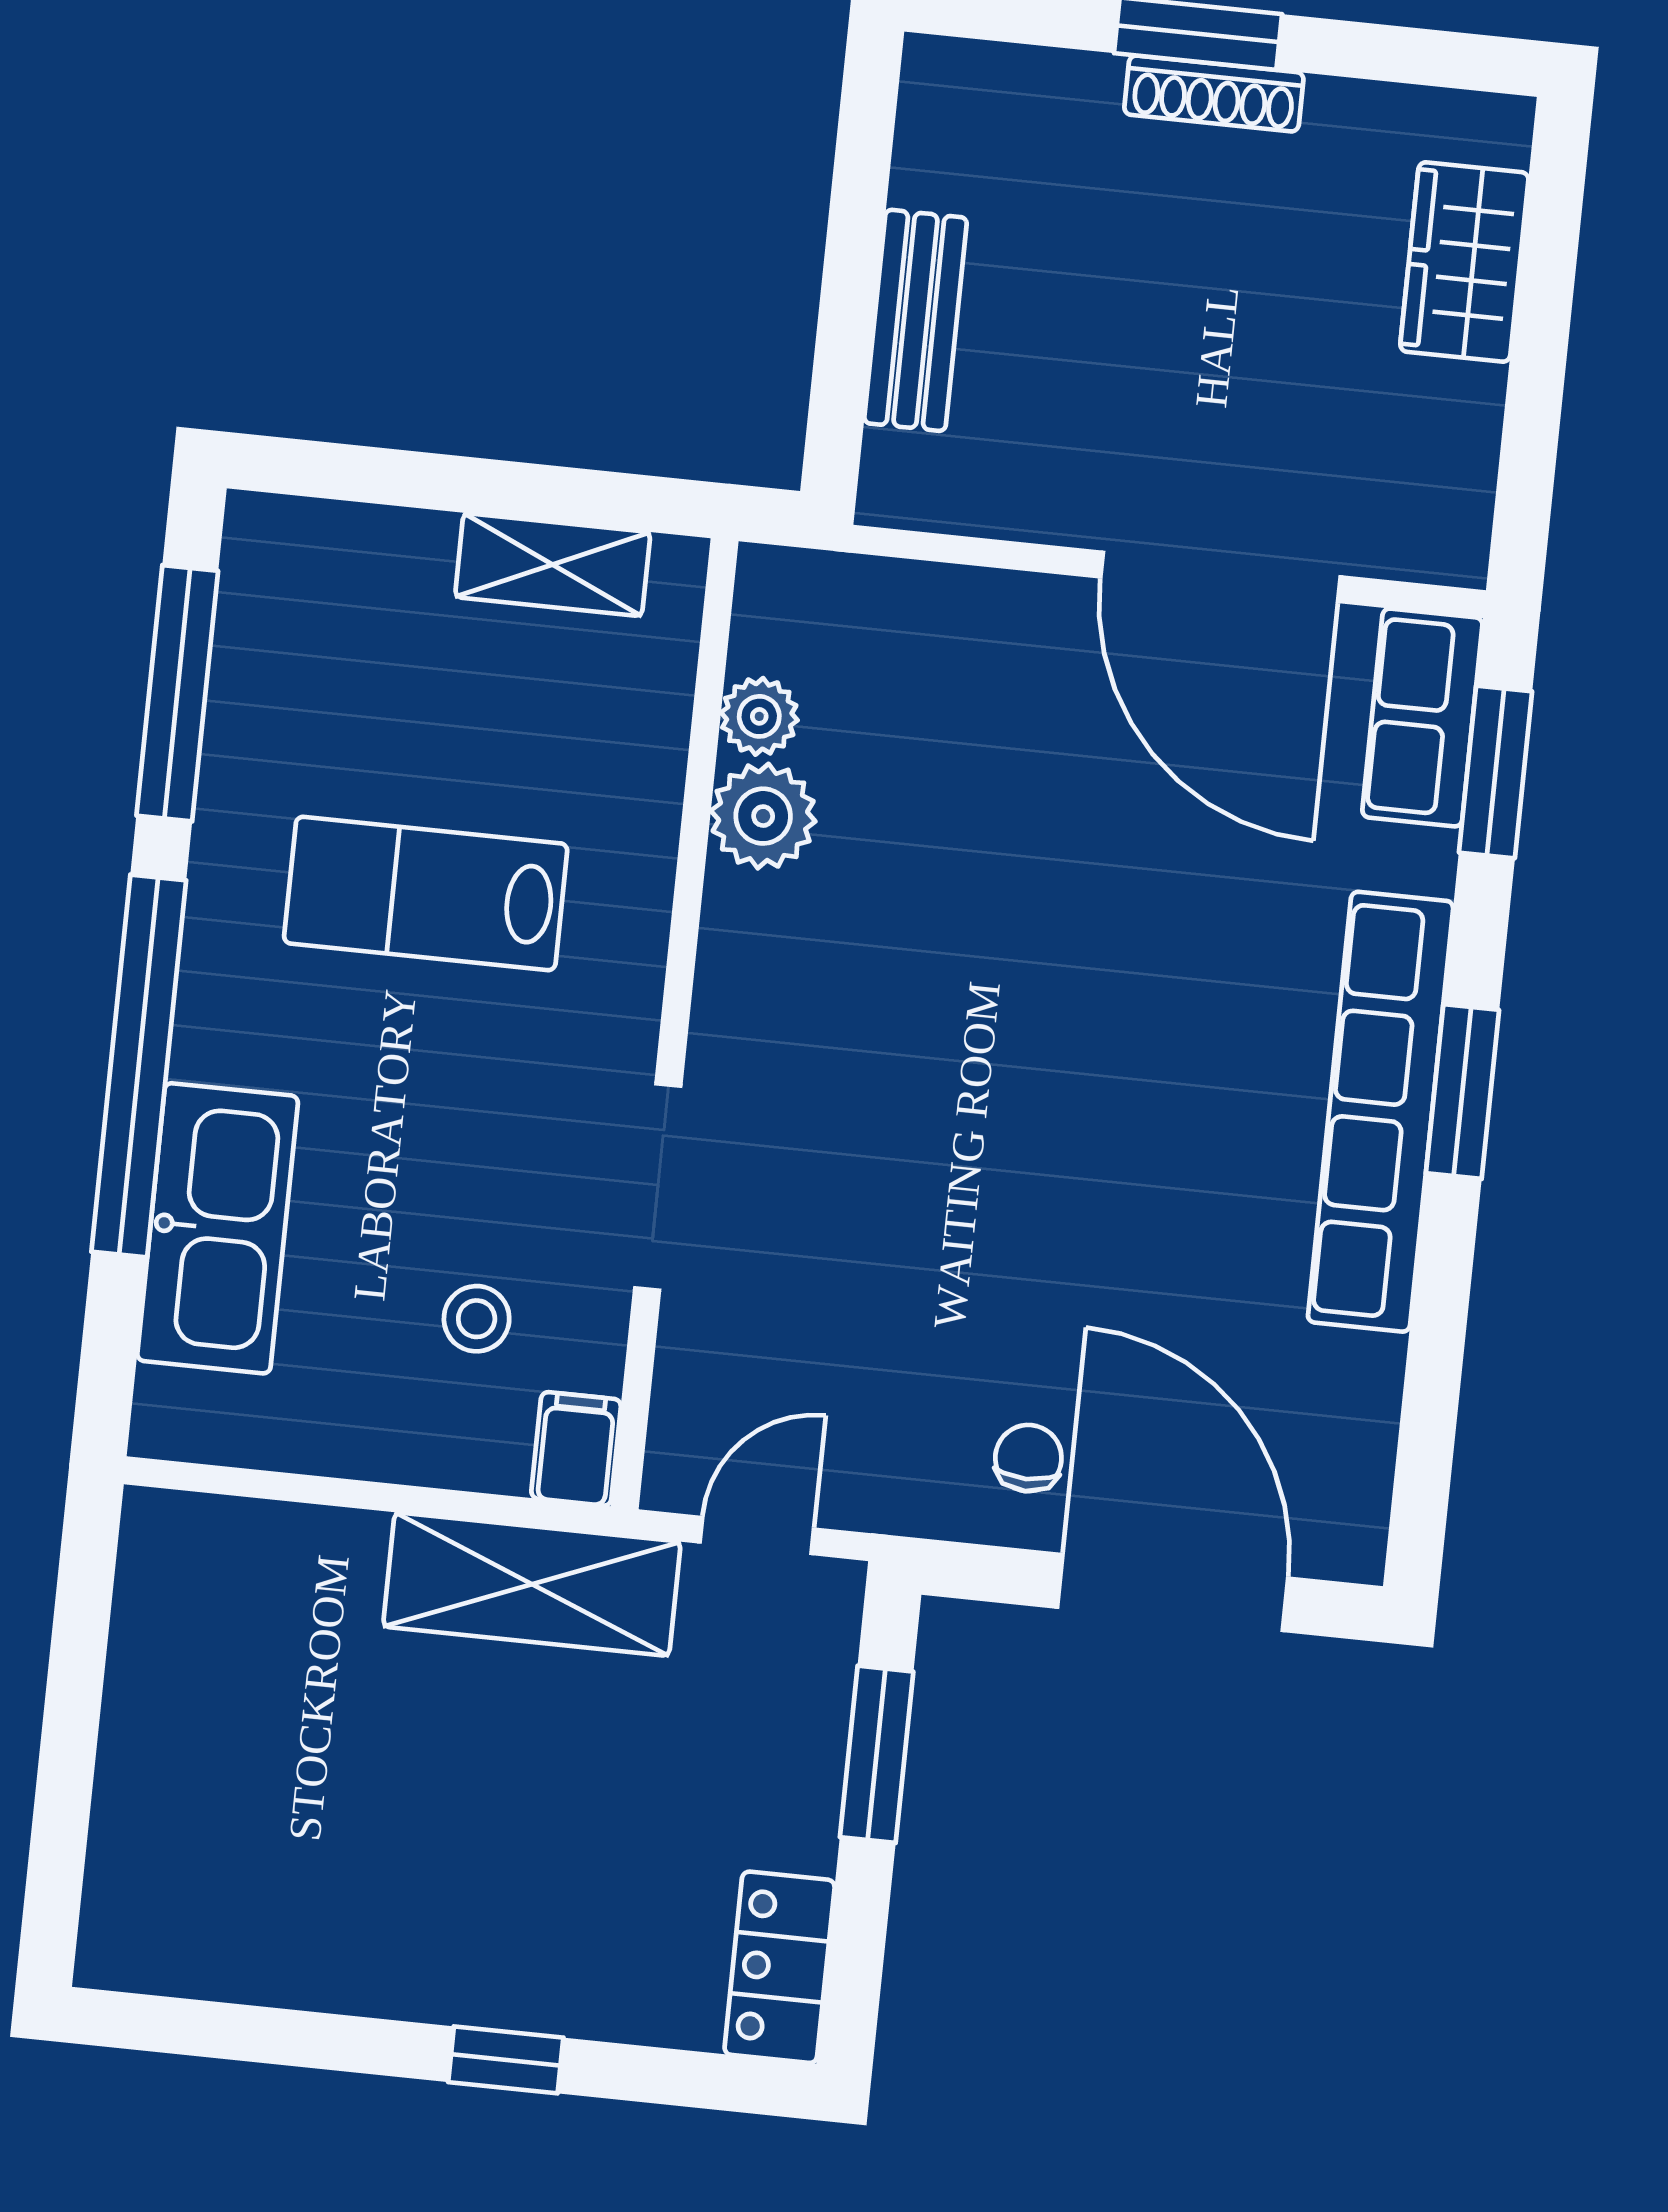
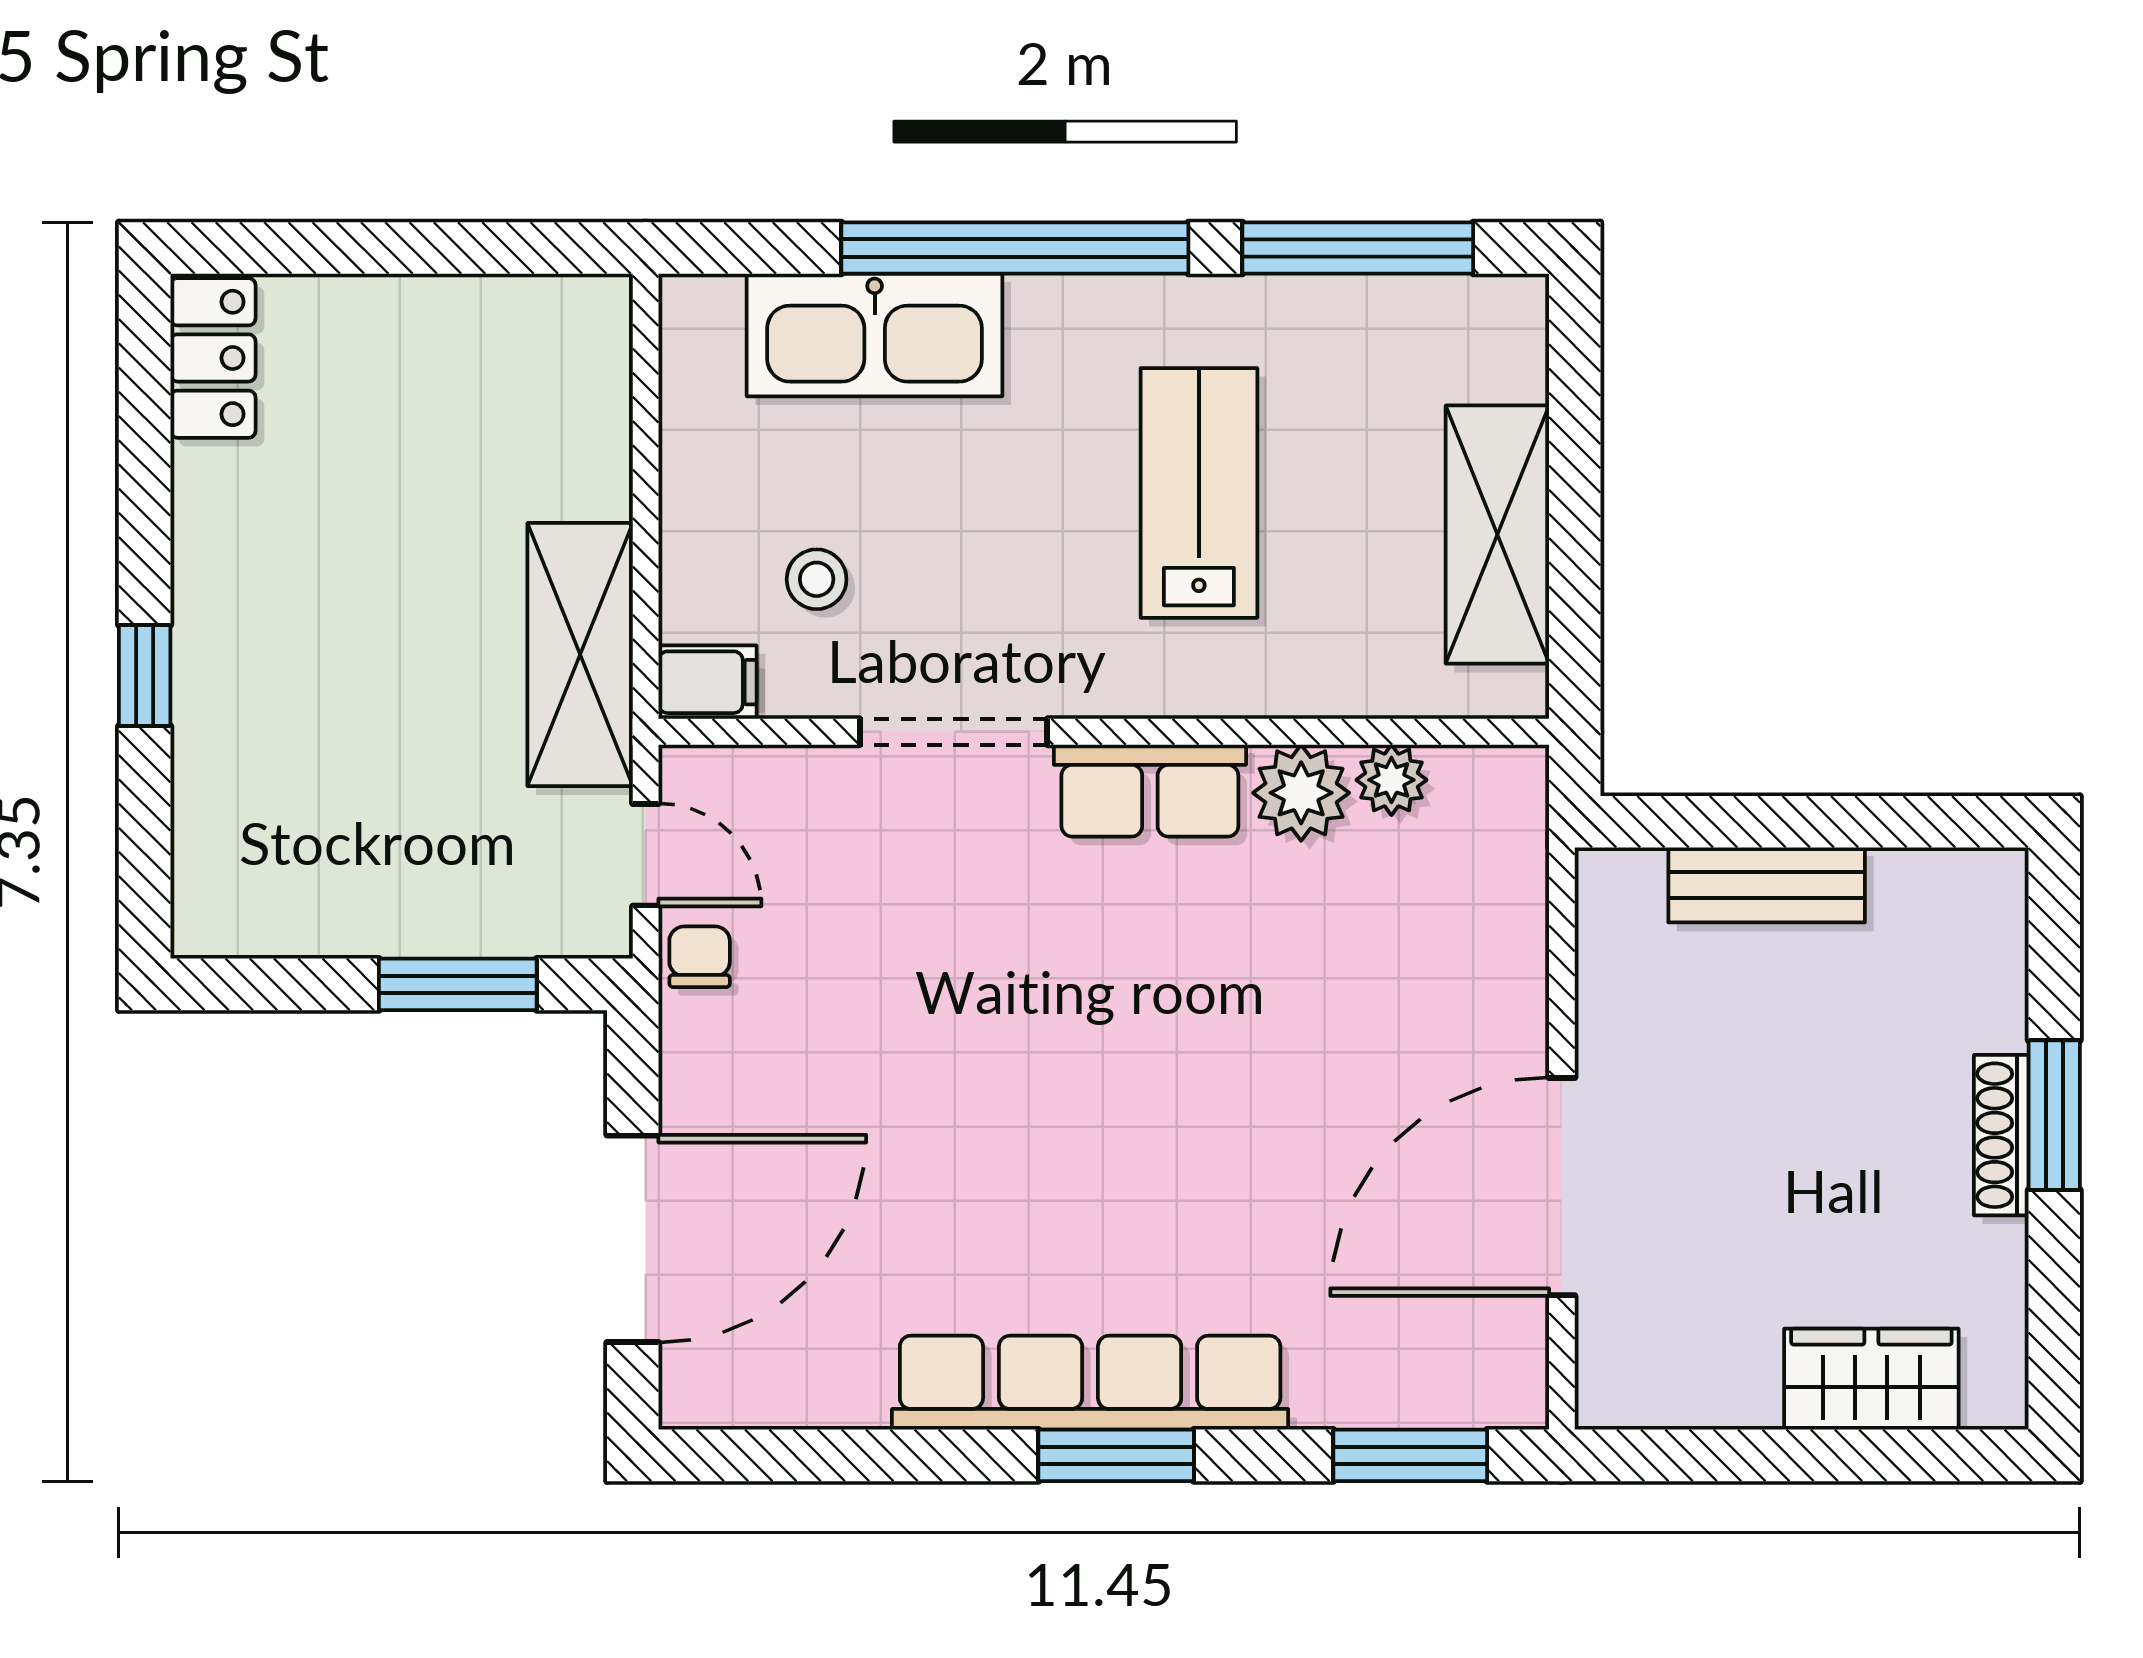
shelving: (553, 565) -> (1497, 535), width x1.50, depth x1.33
row of seats: (1422, 717) -> (1150, 791), moved, turned 180
chair: (1028, 1458) -> (700, 957), moved, turned -90
locker: (780, 1967) -> (213, 358), moved, turned 90

